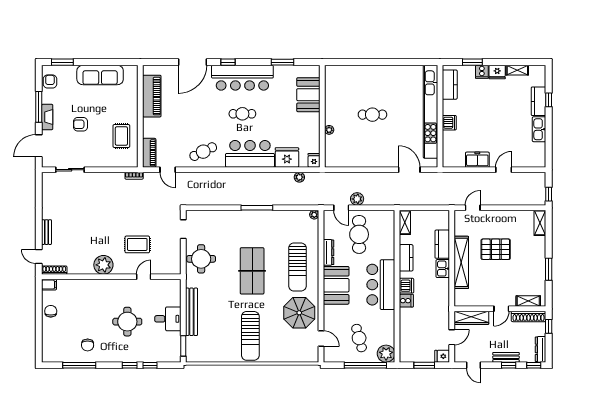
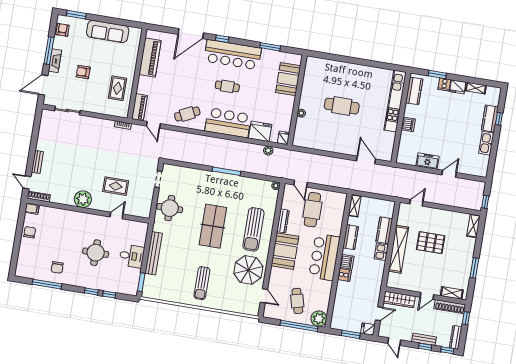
kitchen unit: (430, 112) -> (395, 101), width x0.73
cafe table: (372, 115) -> (342, 106), width x1.37, depth x1.35
plant: (357, 199) -> (316, 178), removed
sun lounger: (250, 336) -> (202, 283), width x0.73, depth x0.75

